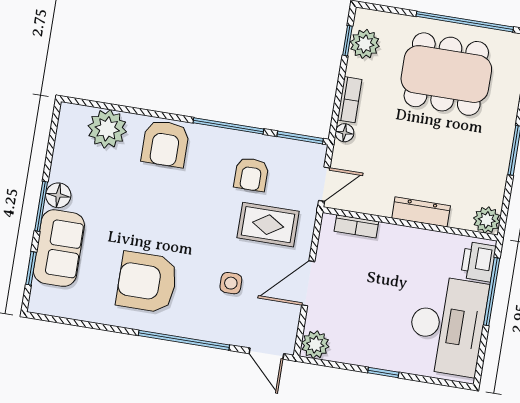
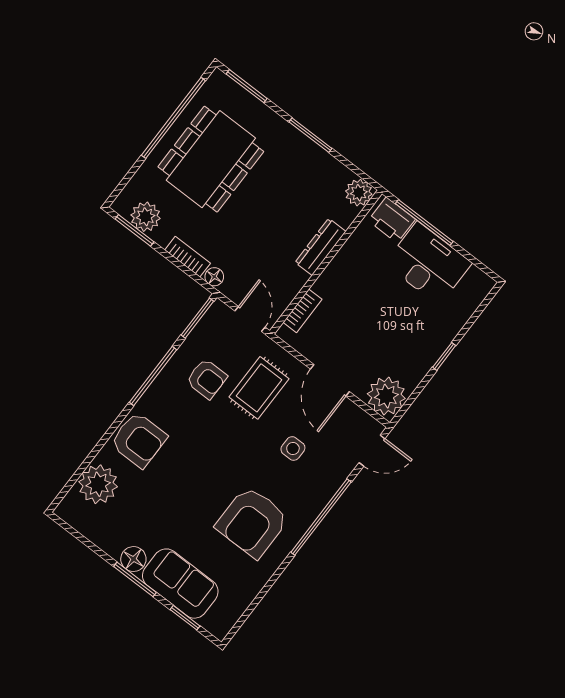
window: (348, 41) -> (134, 230), width x1.50
desk: (447, 326) -> (428, 263), width x0.73, depth x0.77
plant: (315, 345) -> (386, 396), width x1.36, depth x1.36

